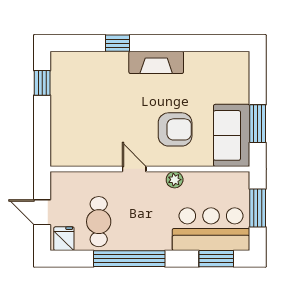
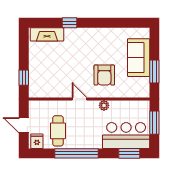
fireplace: (156, 62) -> (47, 34), moved
window: (42, 83) -> (24, 78), moved
armchair: (175, 129) -> (104, 75), turned 90
sofa: (232, 135) -> (139, 58), moved

